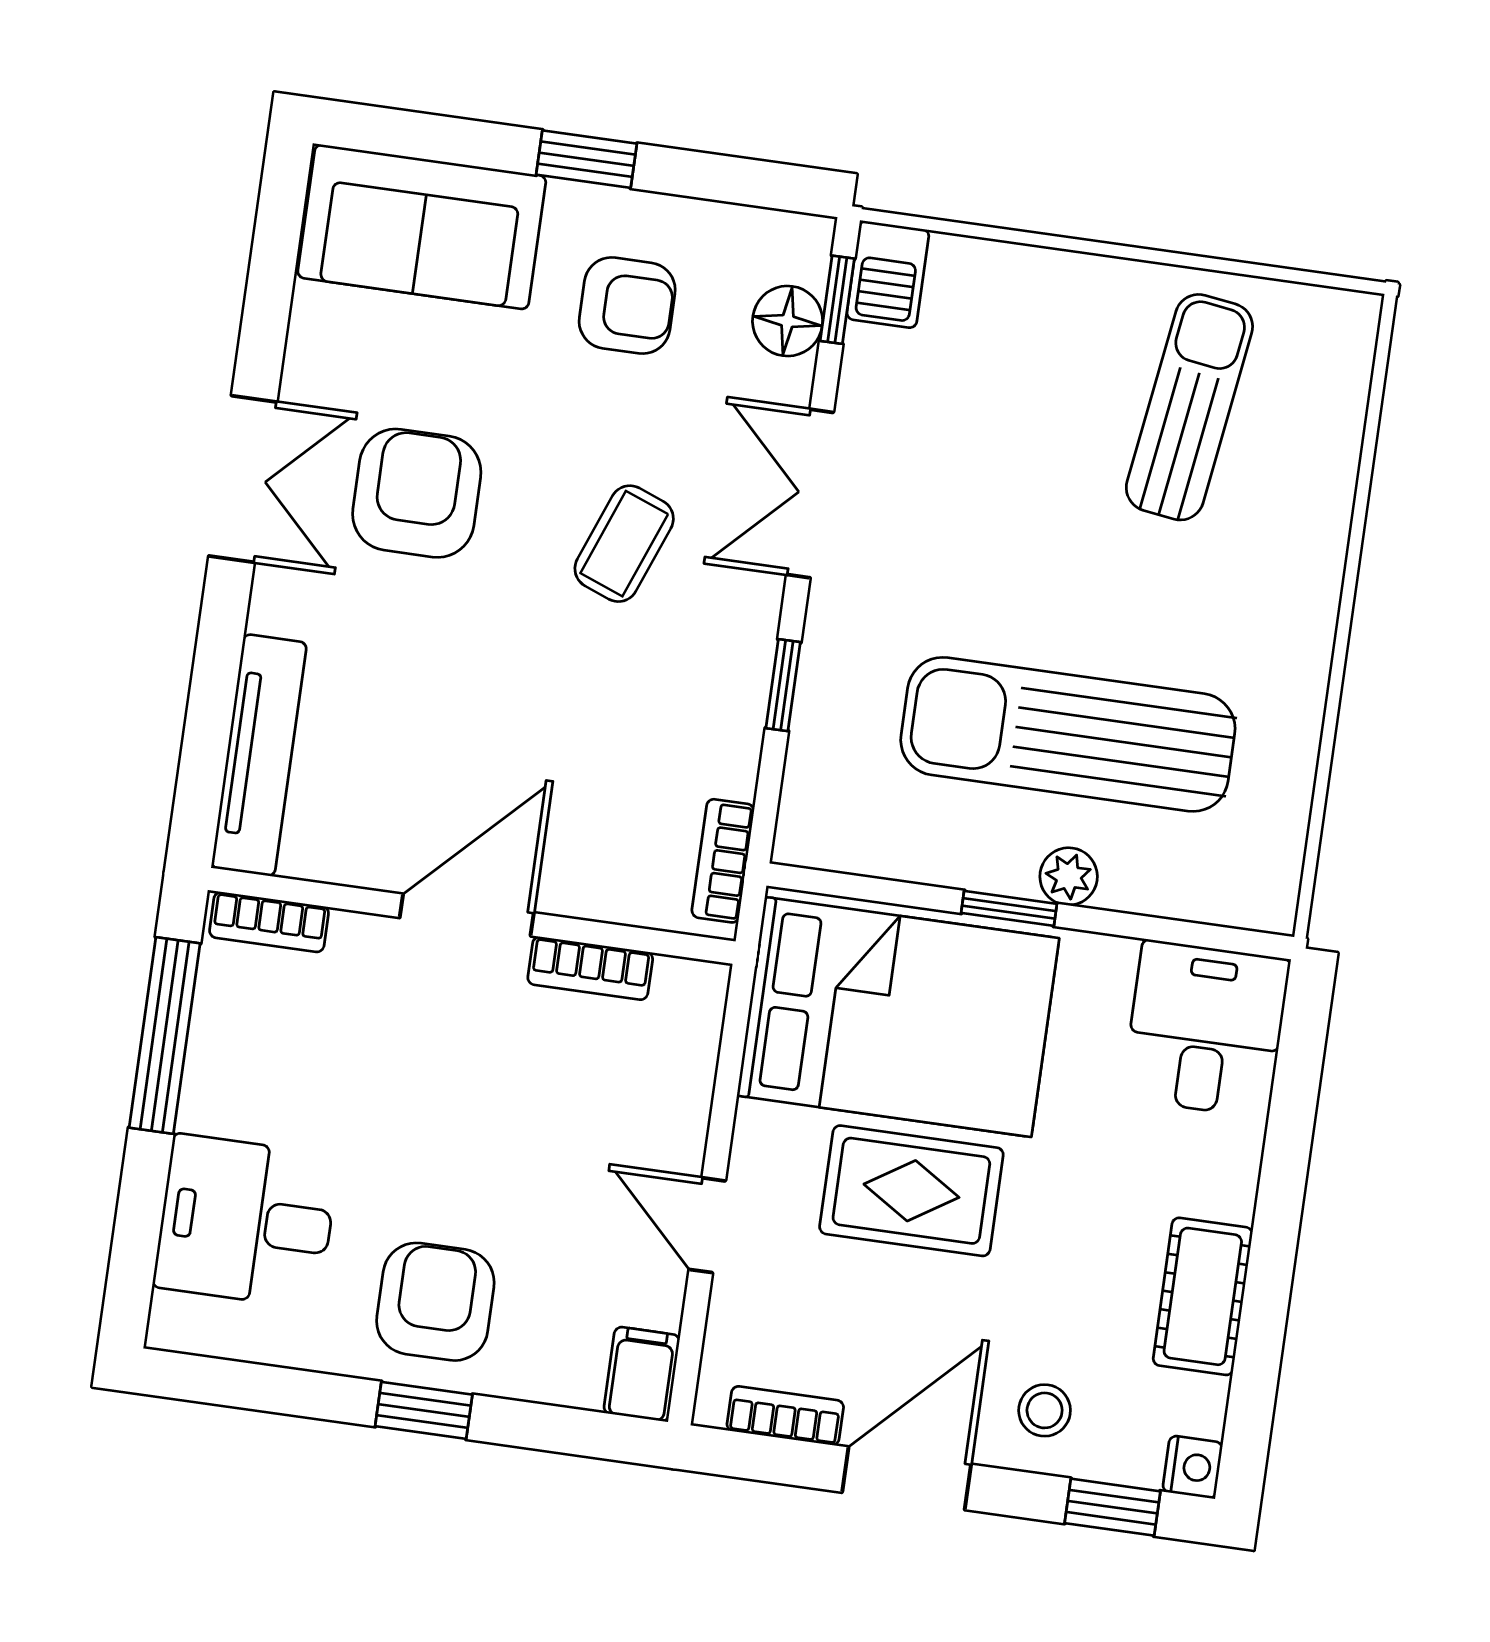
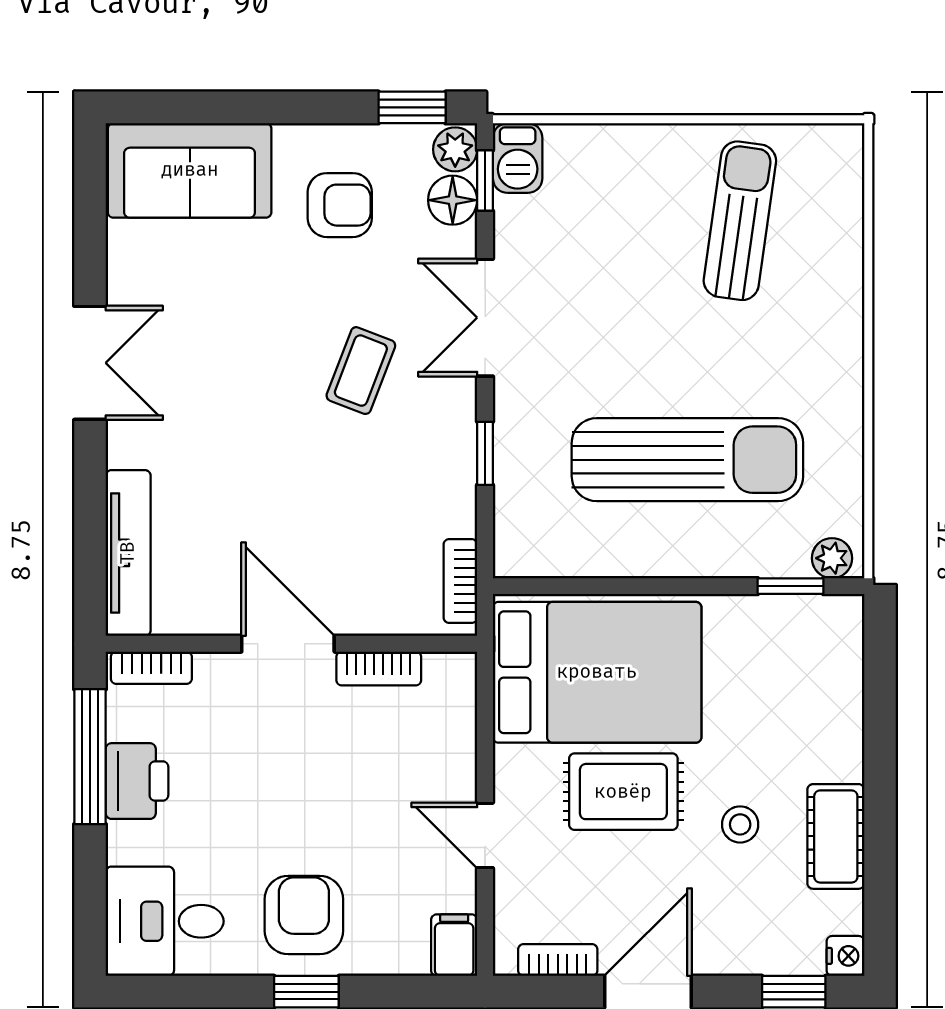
window: (586, 159) -> (412, 107), moved
plant: (801, 250) -> (455, 149), added
armchair: (417, 493) -> (212, 356), removed
sun lounger: (1068, 734) -> (687, 460), turned 180
plant: (1069, 876) -> (832, 558), moved
window: (1009, 908) -> (791, 586), moved
door: (467, 915) -> (288, 644), hinge flipped
desk: (1206, 1029) -> (812, 651), removed
printer: (226, 1079) -> (137, 781), added
desk: (246, 1221) -> (165, 921), moved
stool: (1045, 1410) -> (740, 824), moved

